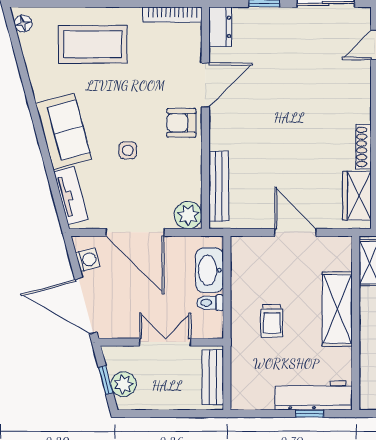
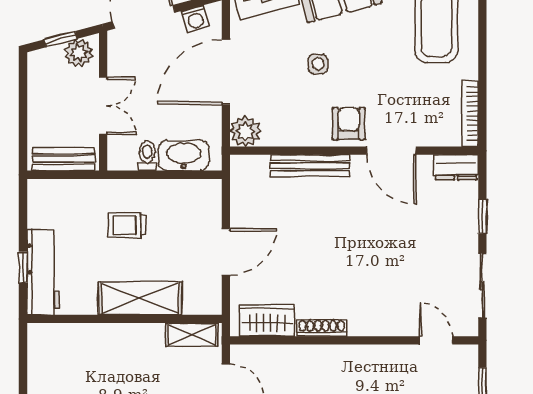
bench: (219, 186) -> (310, 166), moved
plant: (123, 384) -> (79, 53), moved

